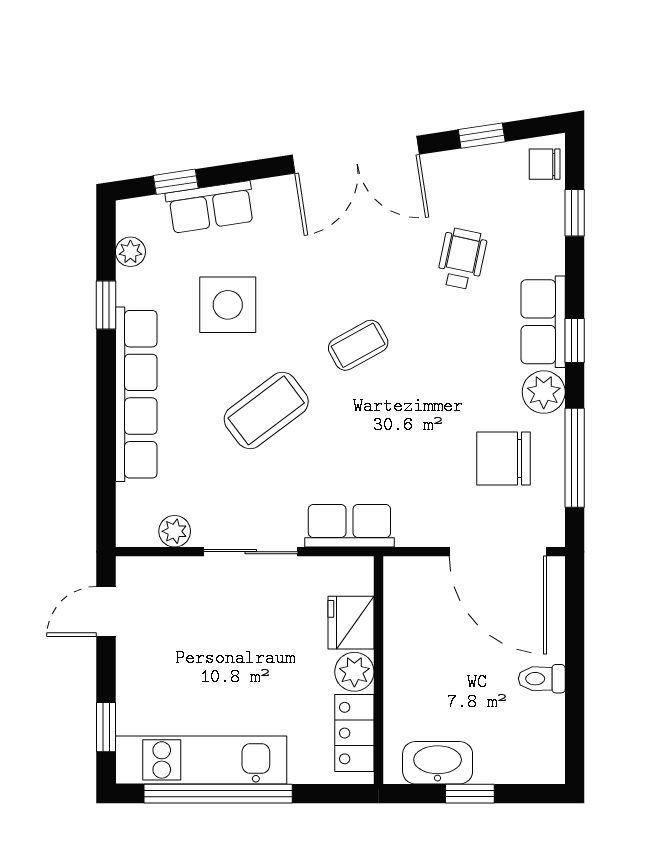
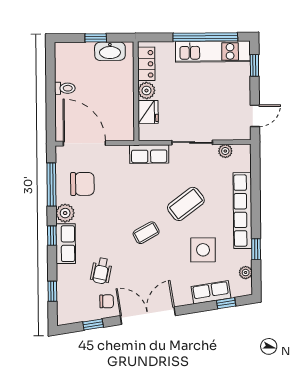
chair: (545, 164) -> (107, 301), moved

